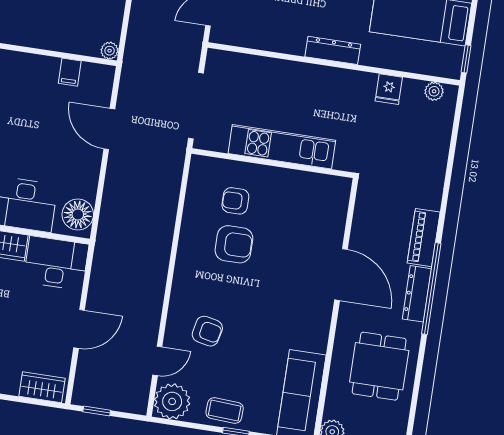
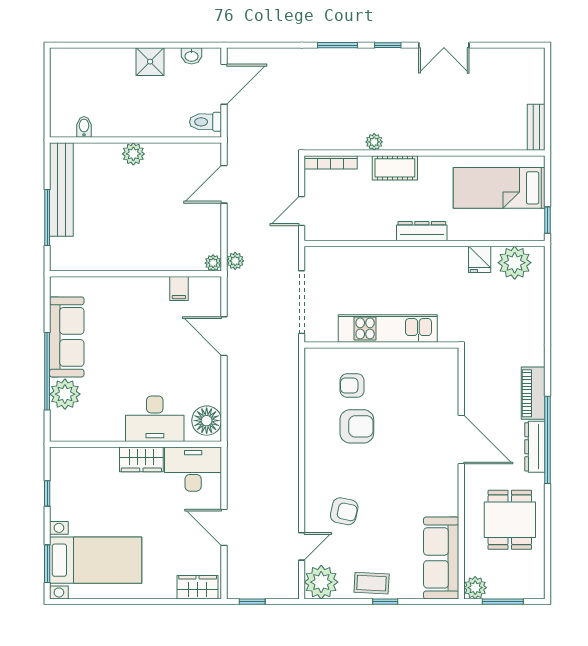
plant: (133, 52) -> (235, 261), added
plant: (434, 91) -> (515, 263), width x1.88, depth x1.88
door: (79, 329) -> (224, 527), swing flipped

